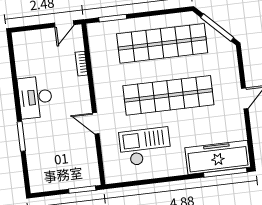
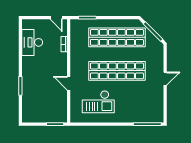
door: (64, 24) -> (56, 18), hinge flipped
desk: (35, 97) -> (32, 42), moved
checkout: (145, 147) -> (98, 102), turned 180
freezer: (218, 157) -> (144, 114), removed

